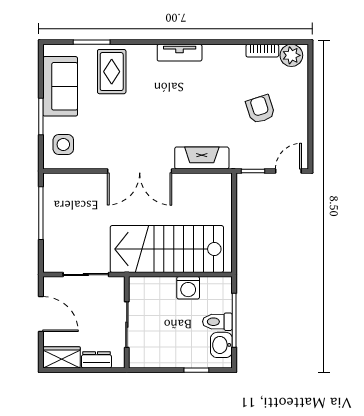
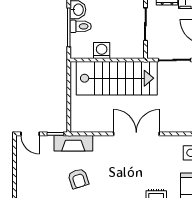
armchair: (260, 109) -> (78, 179), moved
fireplace: (202, 158) -> (73, 143), moved
door: (288, 171) -> (30, 134), hinge flipped

